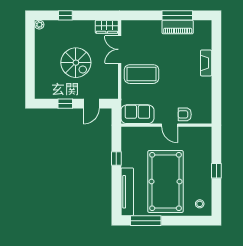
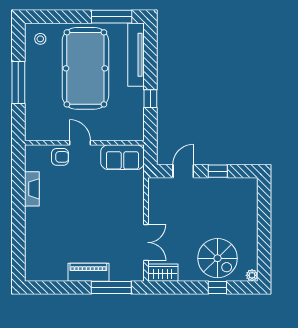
window: (177, 15) -> (111, 288), moved
piano: (178, 27) -> (88, 272), moved
spiral stairs: (76, 63) -> (218, 258), moved, turned 180
fireplace: (206, 63) -> (32, 189), moved
coffee table: (142, 74) -> (117, 210), removed
window: (216, 171) -> (18, 83), width x2.17

